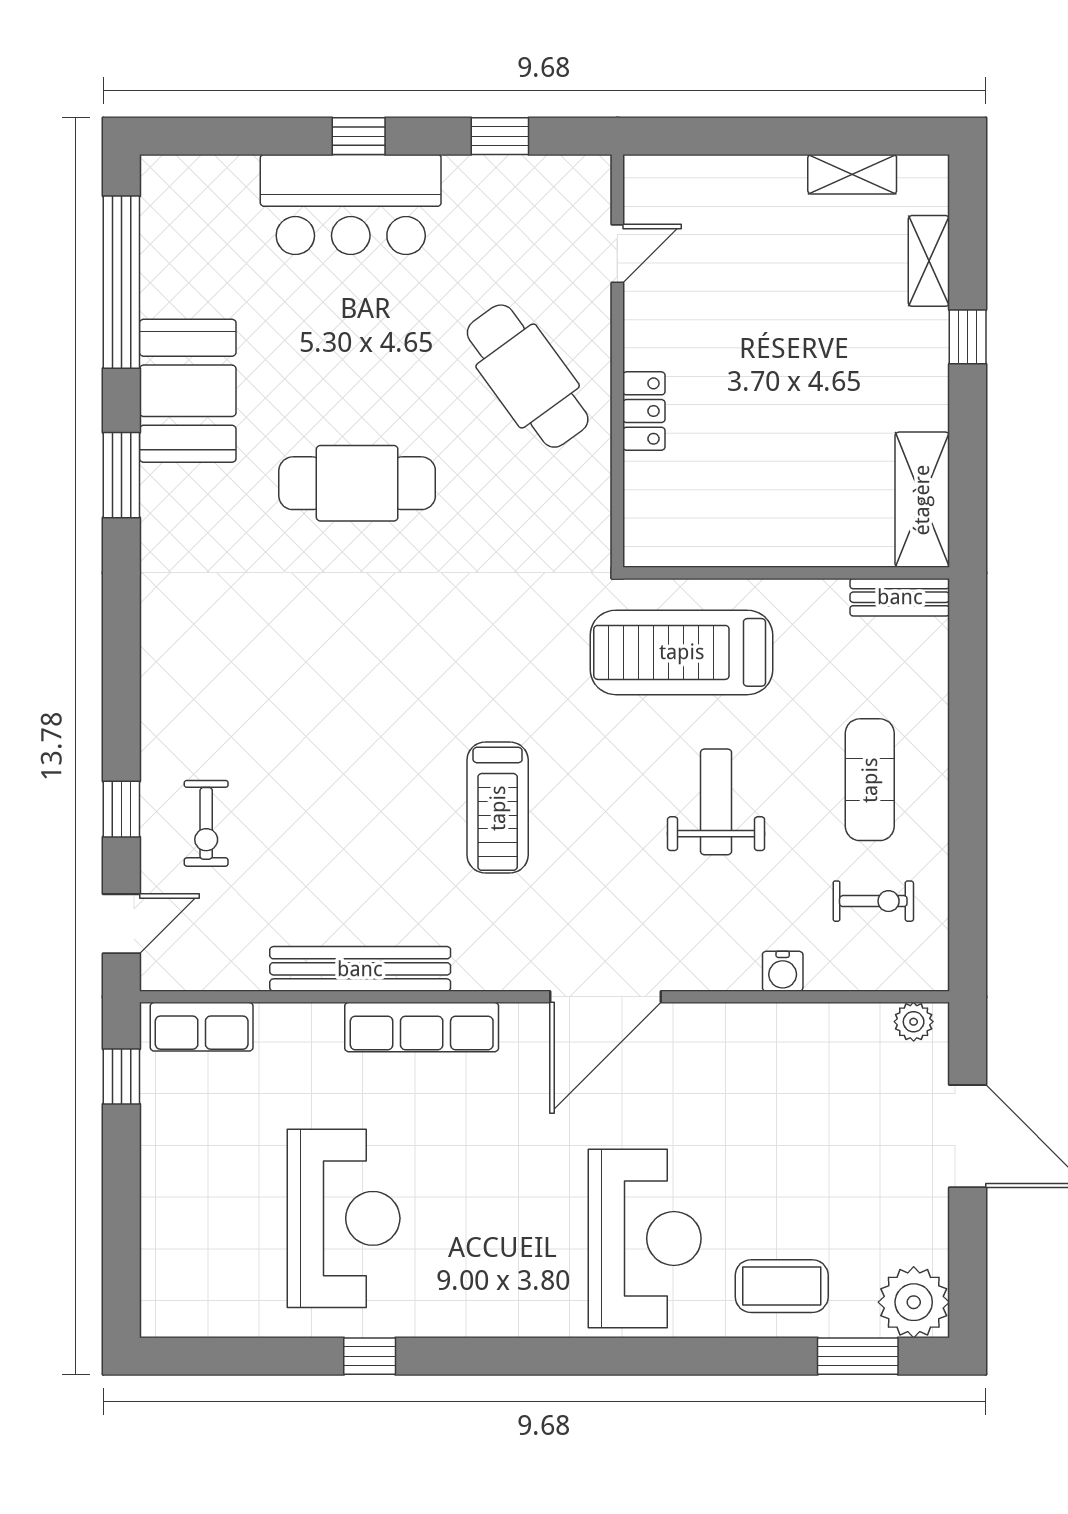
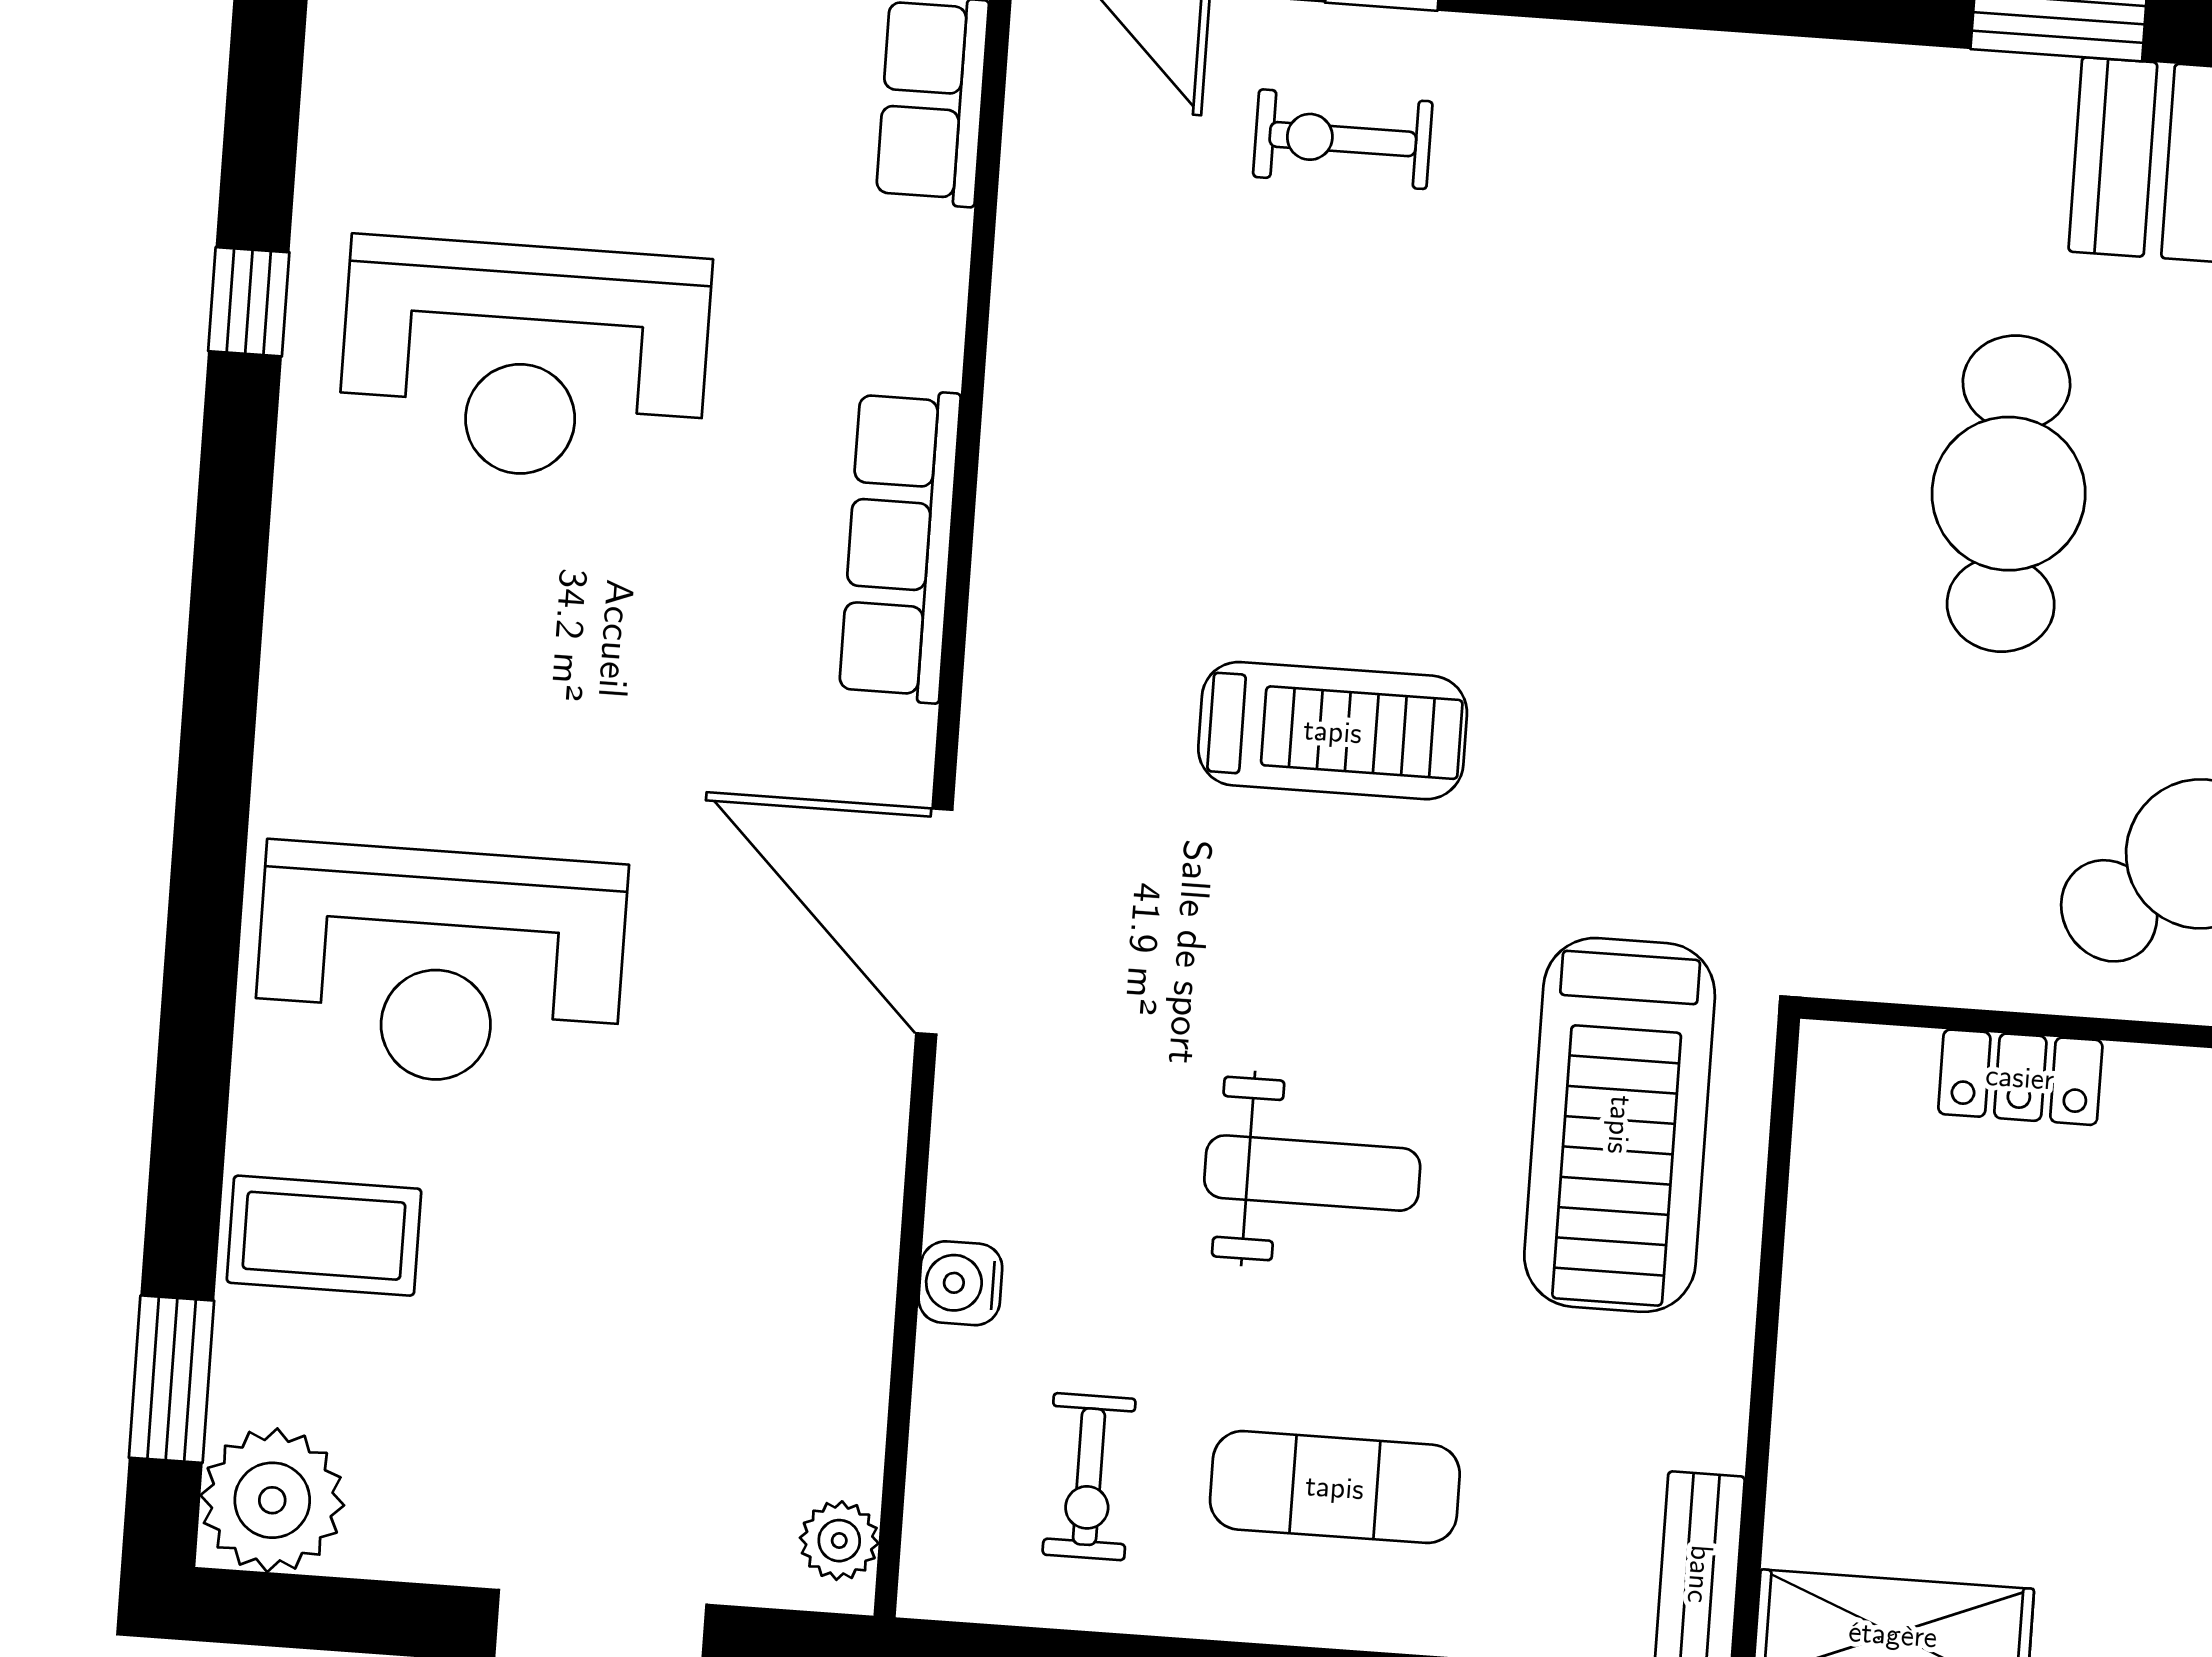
locker: (644, 411) -> (2020, 1077), moved
treadmill: (682, 652) -> (1620, 1125), turned 180
treadmill: (498, 808) -> (1333, 731), turned 180
bench: (360, 969) -> (1026, 430), removed
coffee table: (782, 1286) -> (324, 1236), turned 90
window: (370, 1356) -> (249, 302), moved

